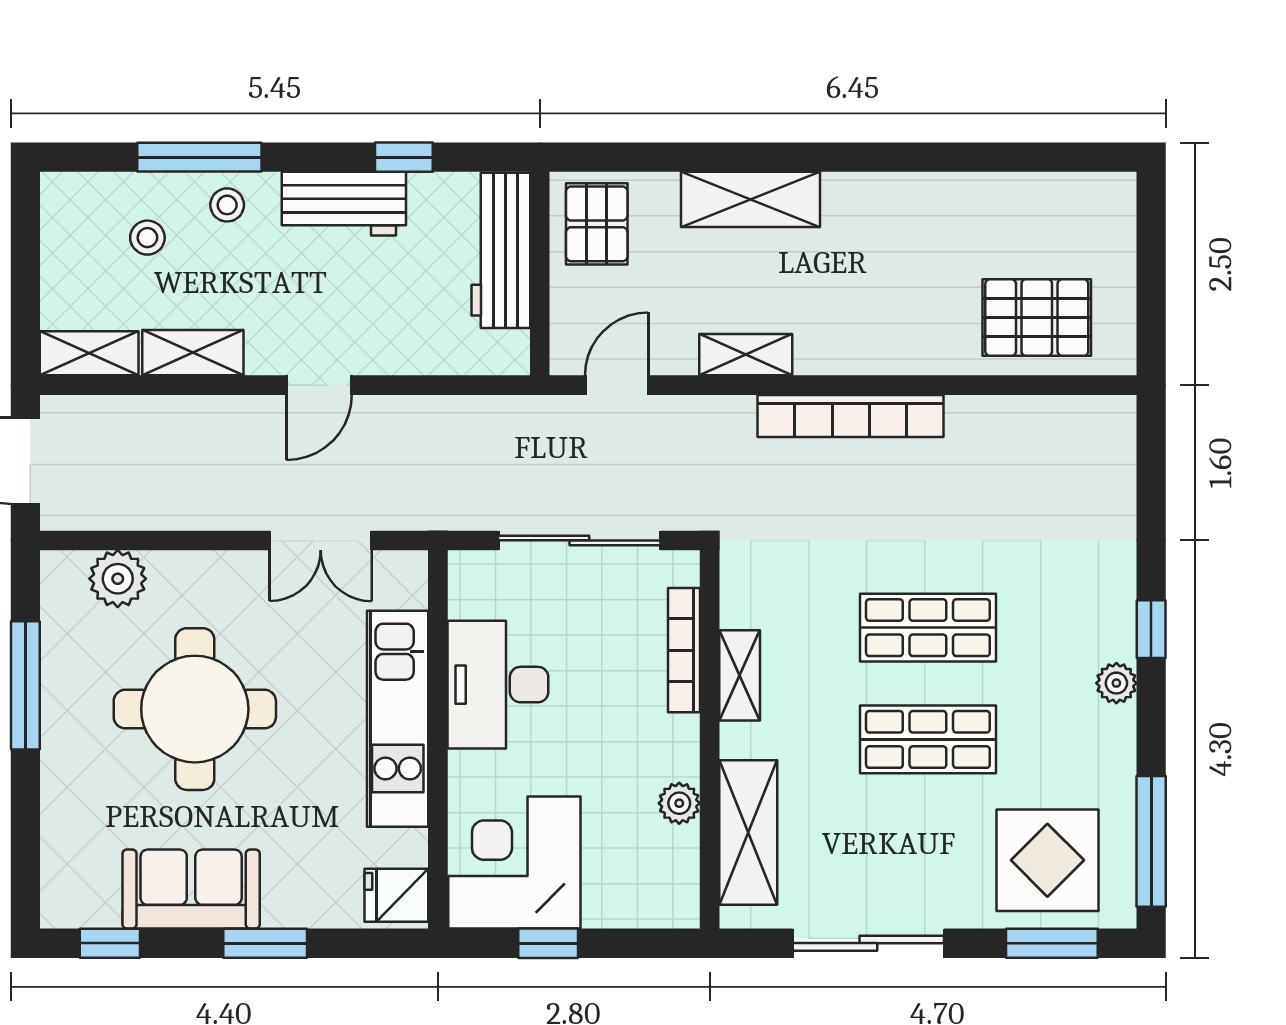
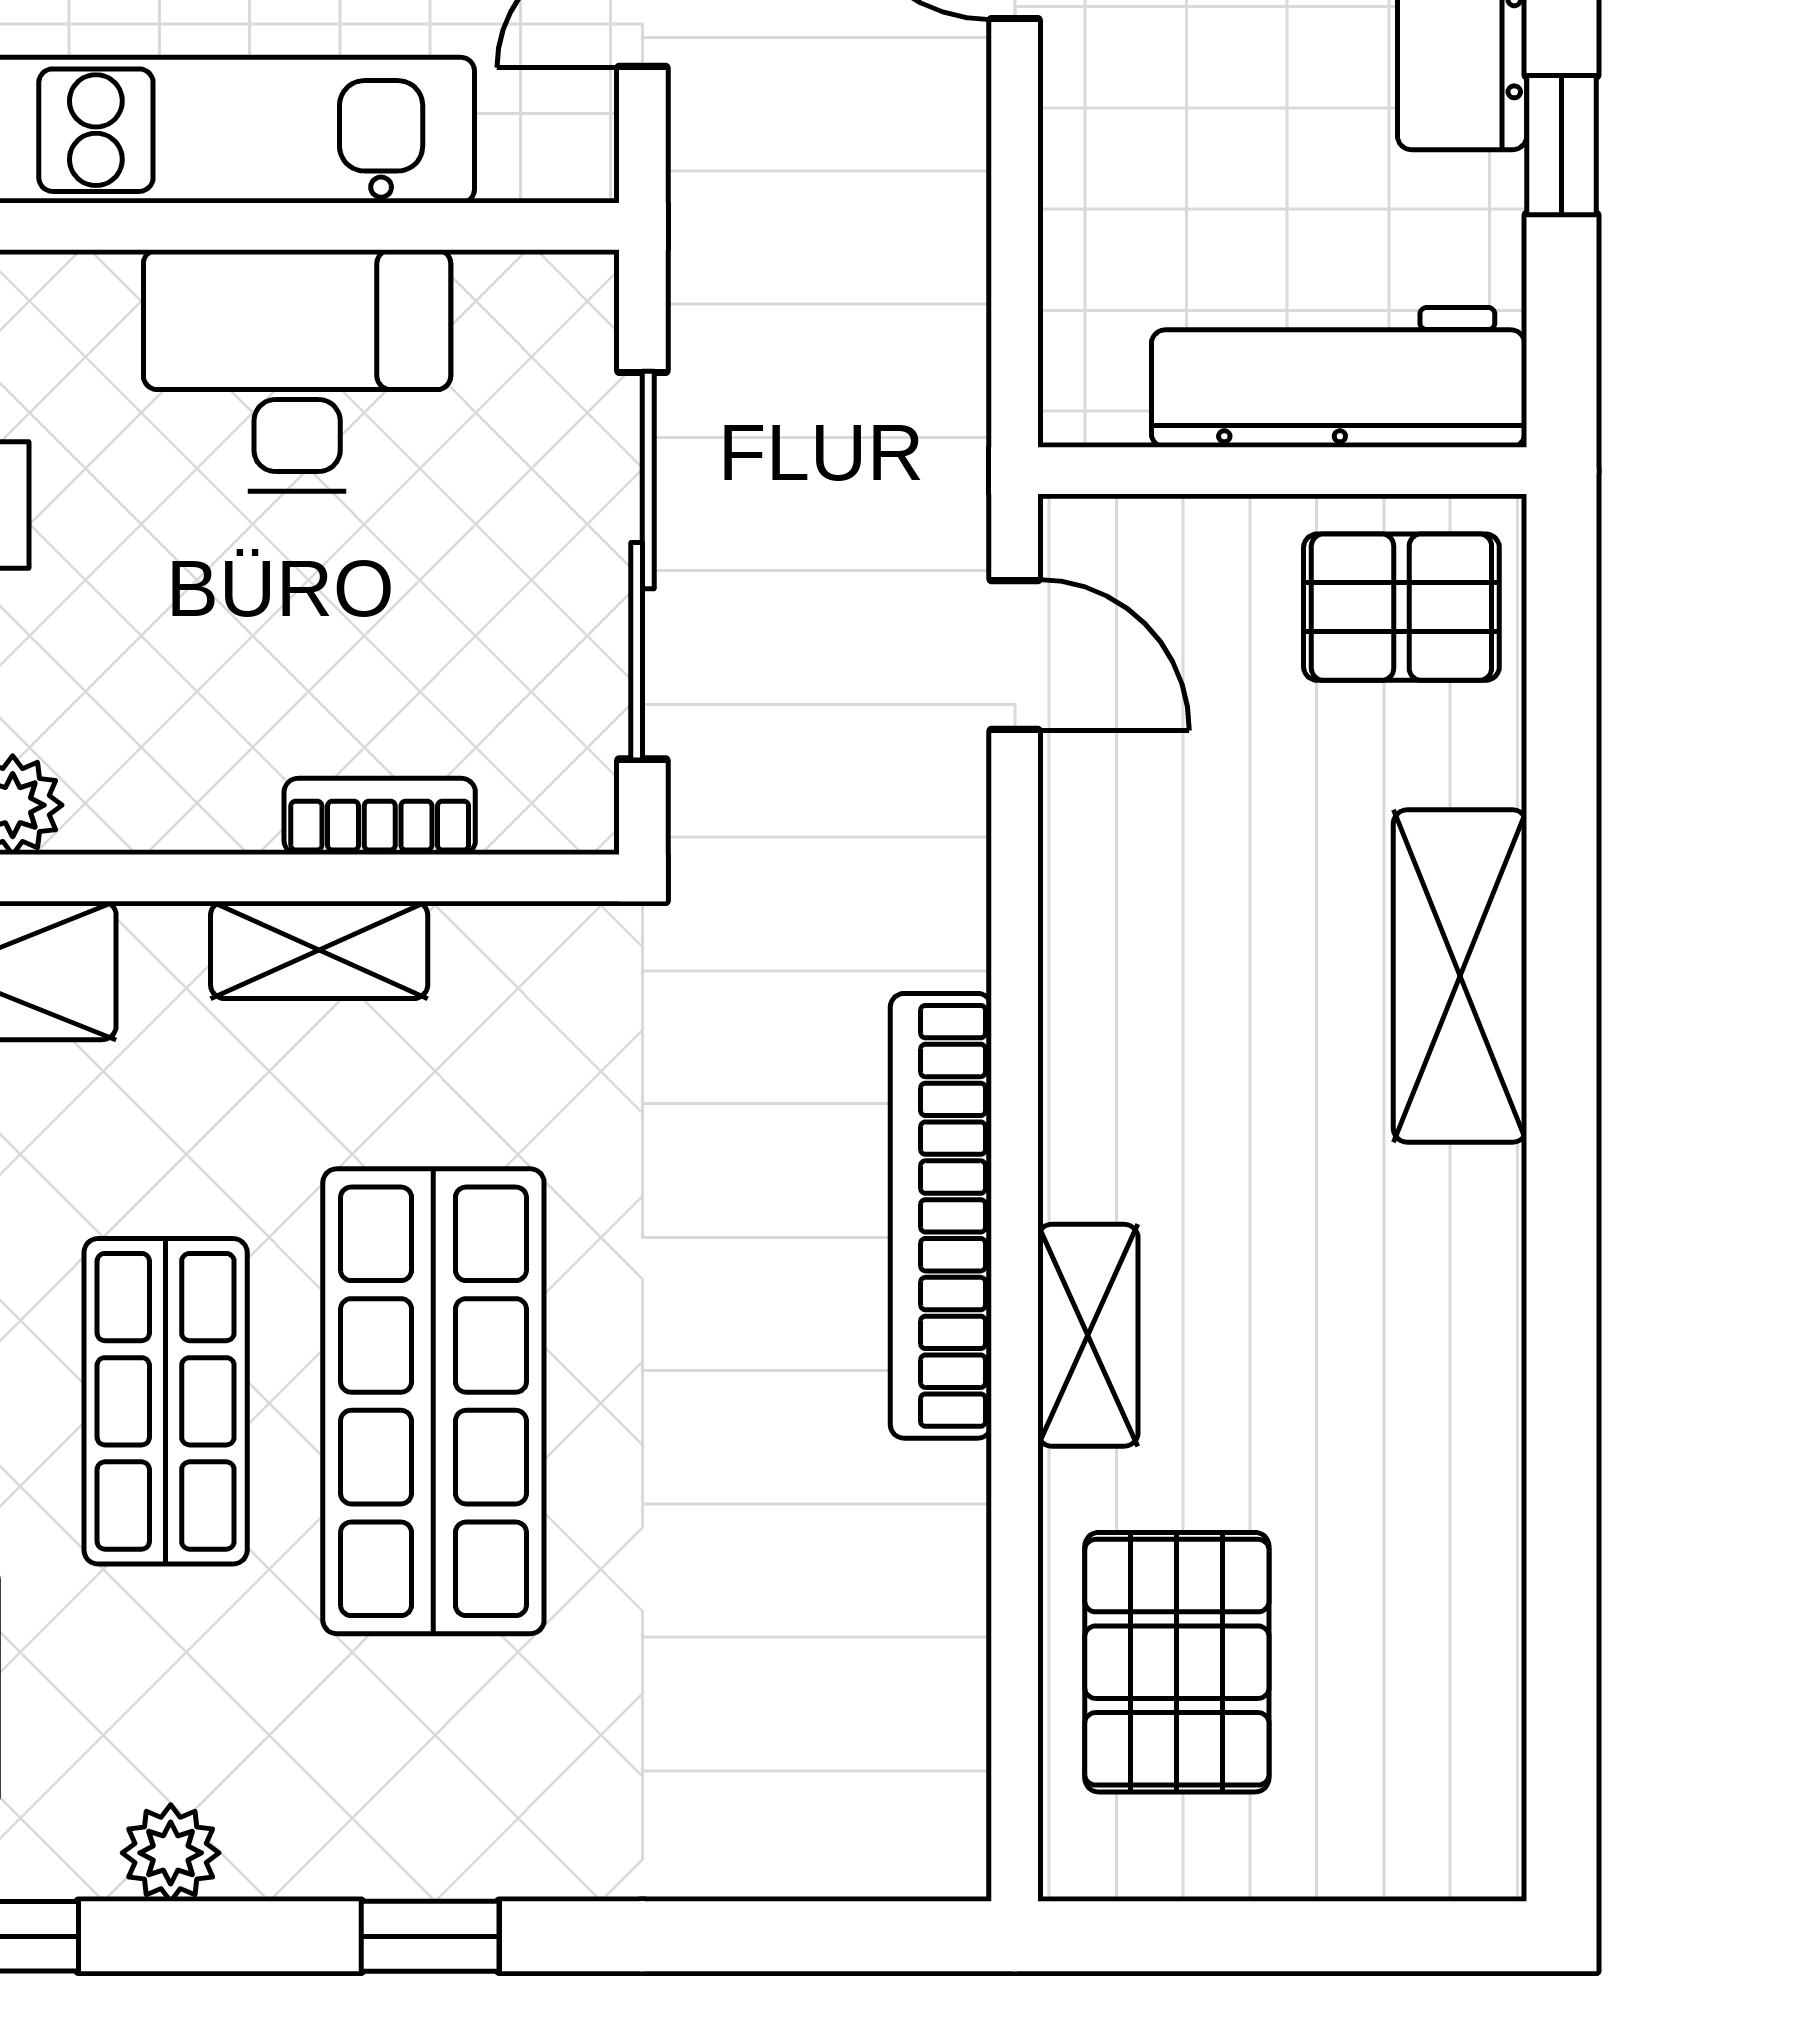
shelving: (746, 355) -> (1088, 1335), moved
shop shelf: (928, 628) -> (433, 1401), width x1.43, depth x1.36
bookcase: (684, 650) -> (380, 816), width x0.64
plant: (1116, 683) -> (171, 1853), moved

